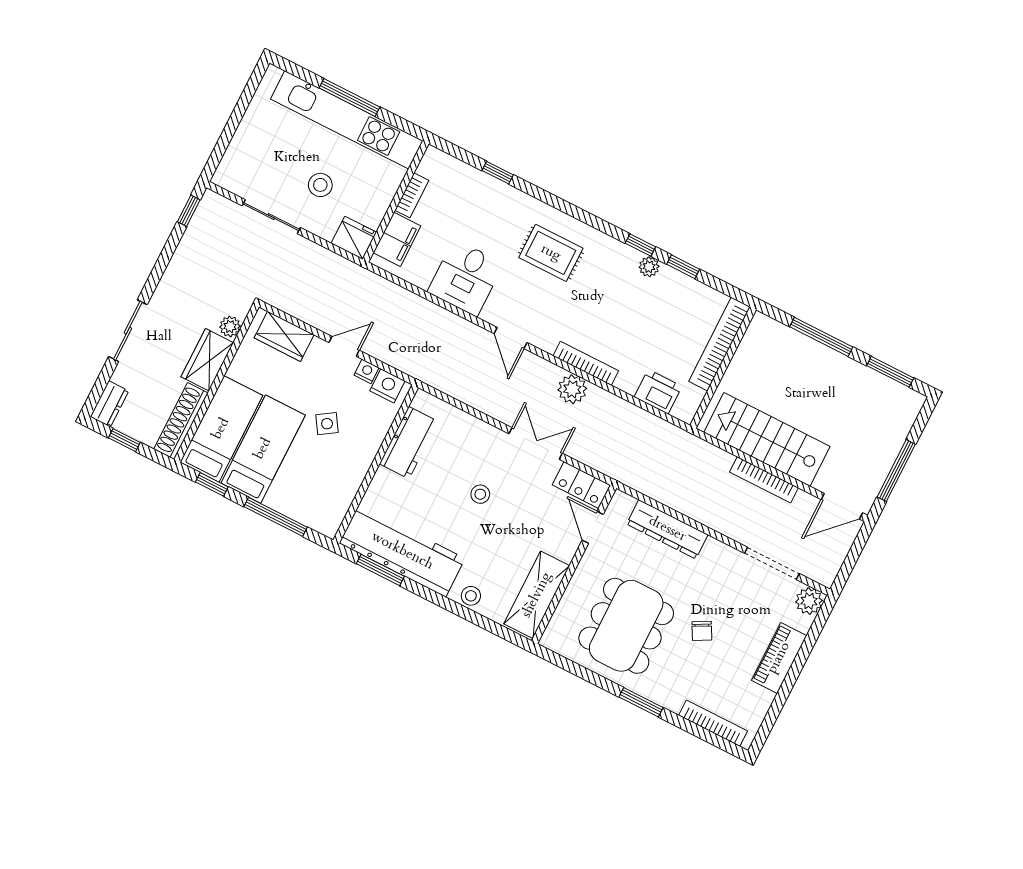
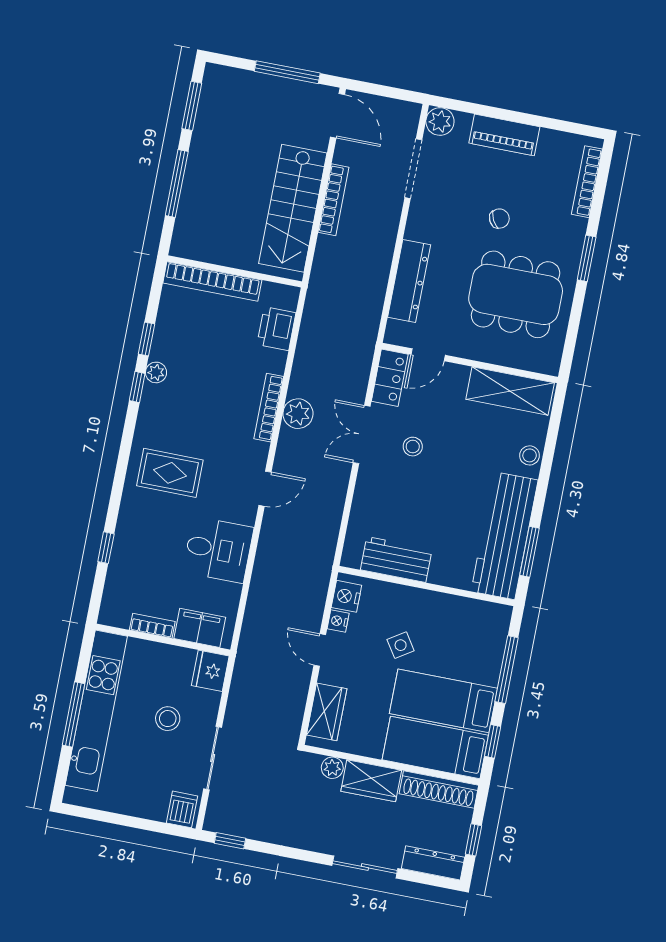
dishwasher: (231, 174) -> (182, 809), added
rug: (551, 253) -> (170, 473), turned 90
dresser: (109, 404) -> (433, 863), width x1.44
stool: (480, 494) -> (413, 447), moved

